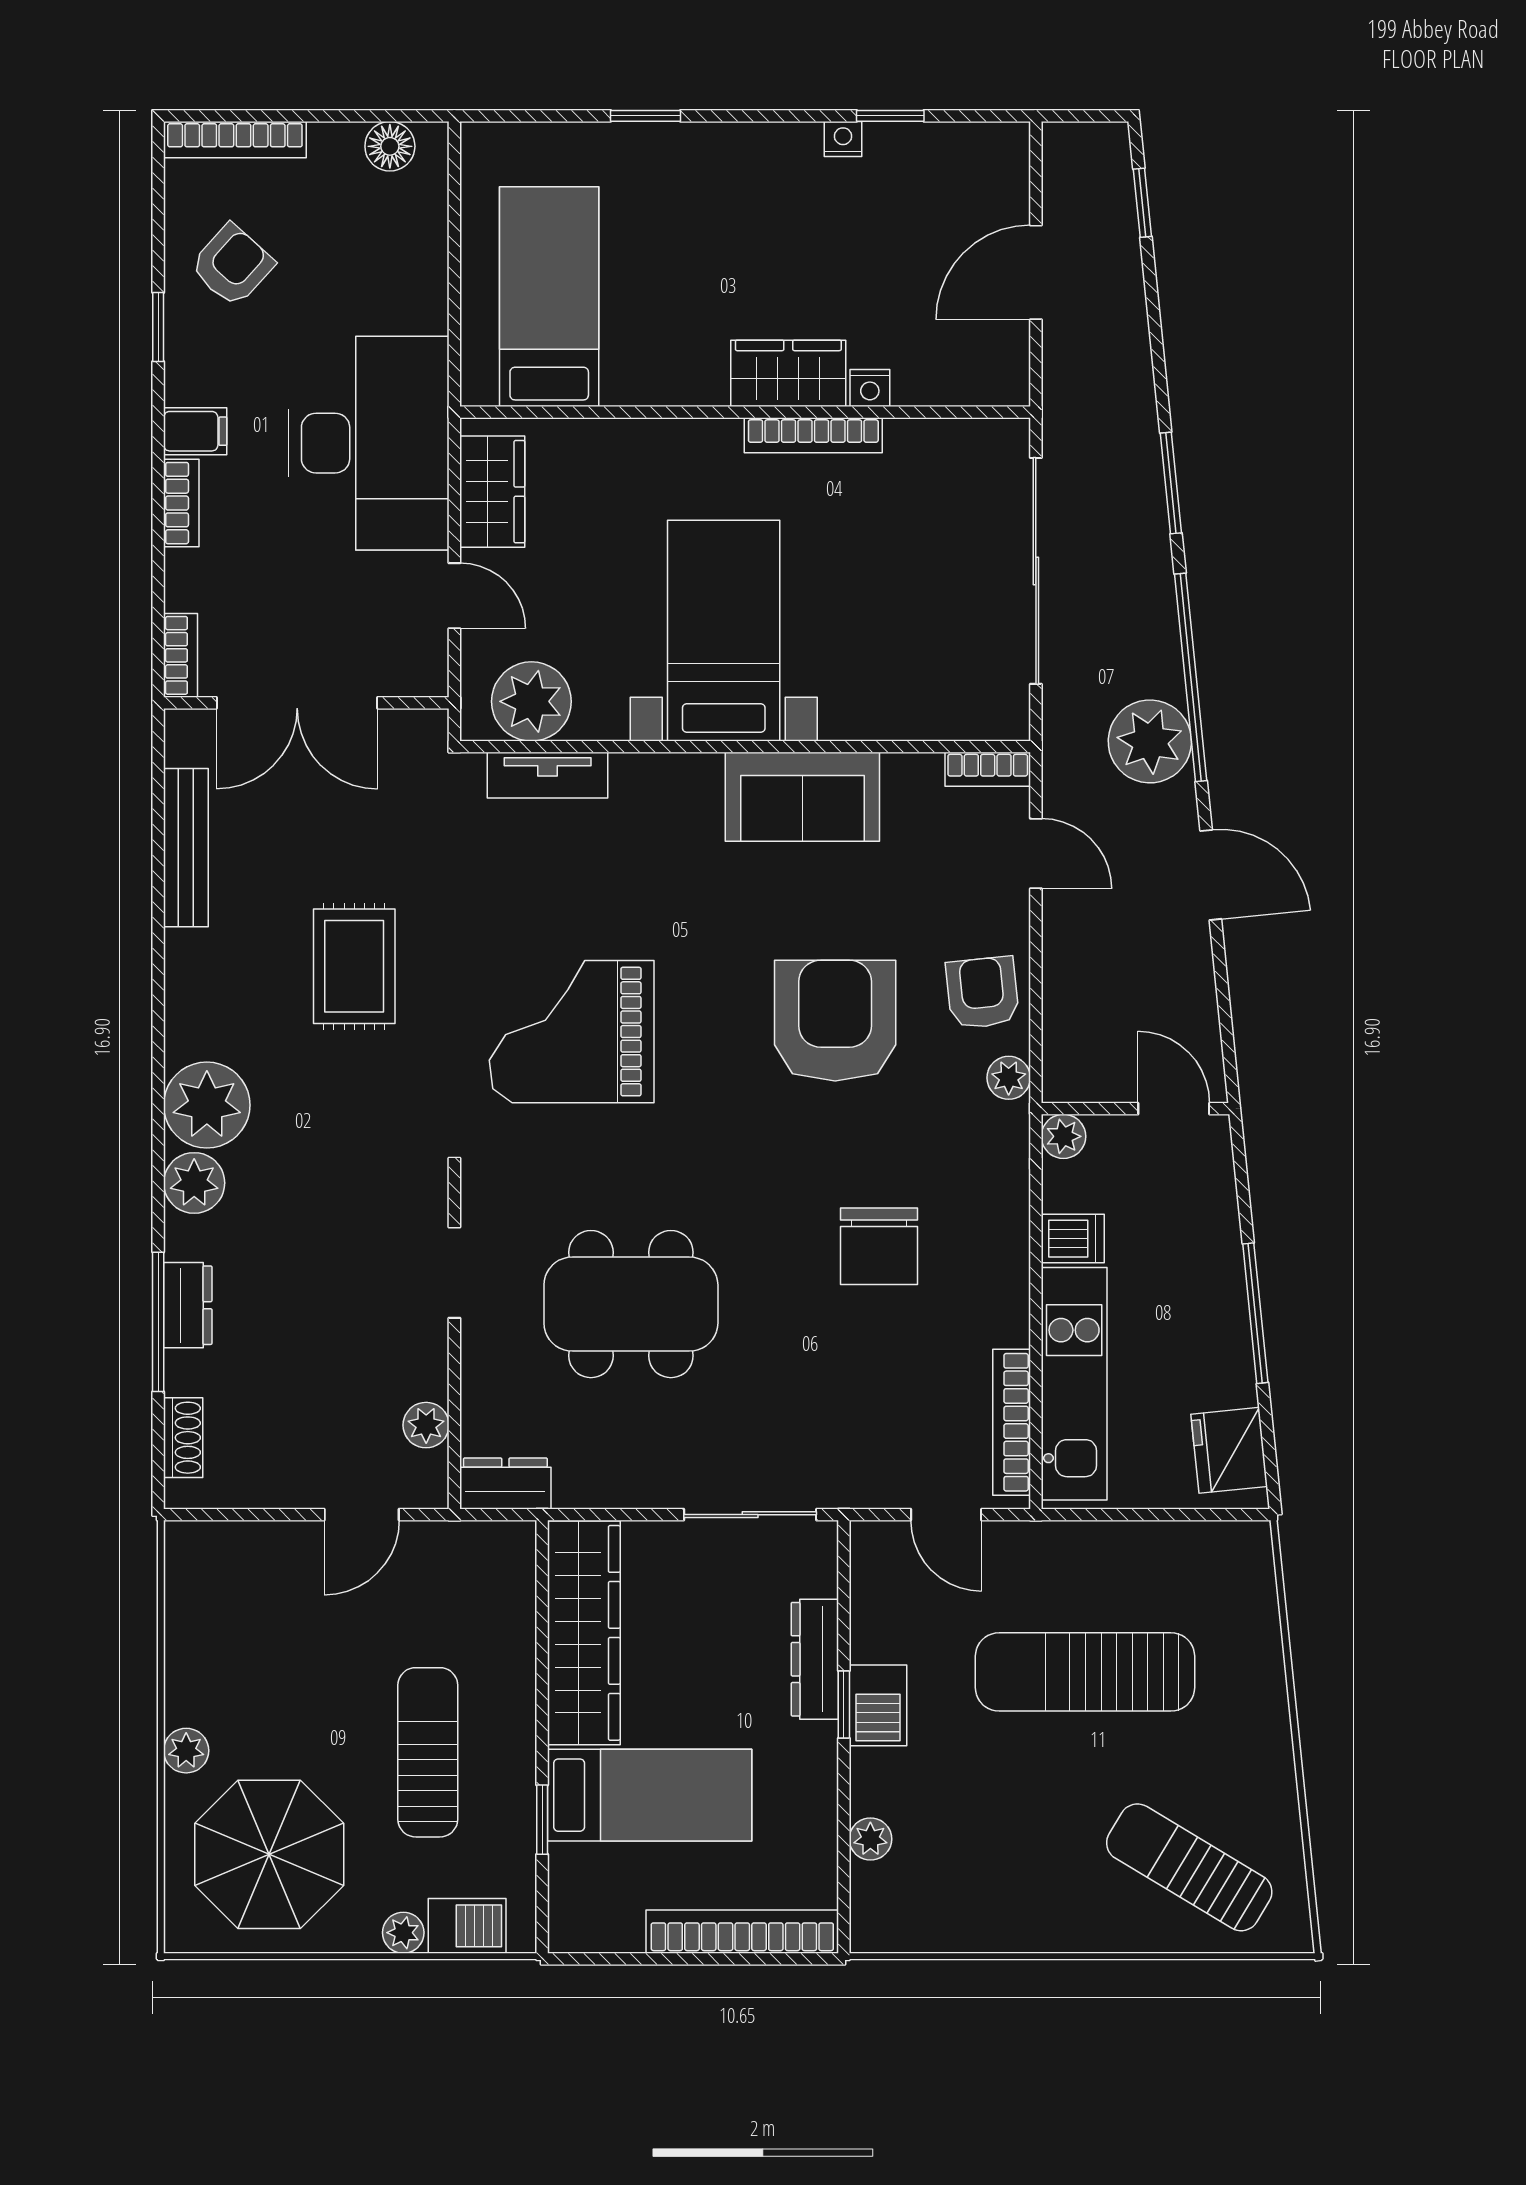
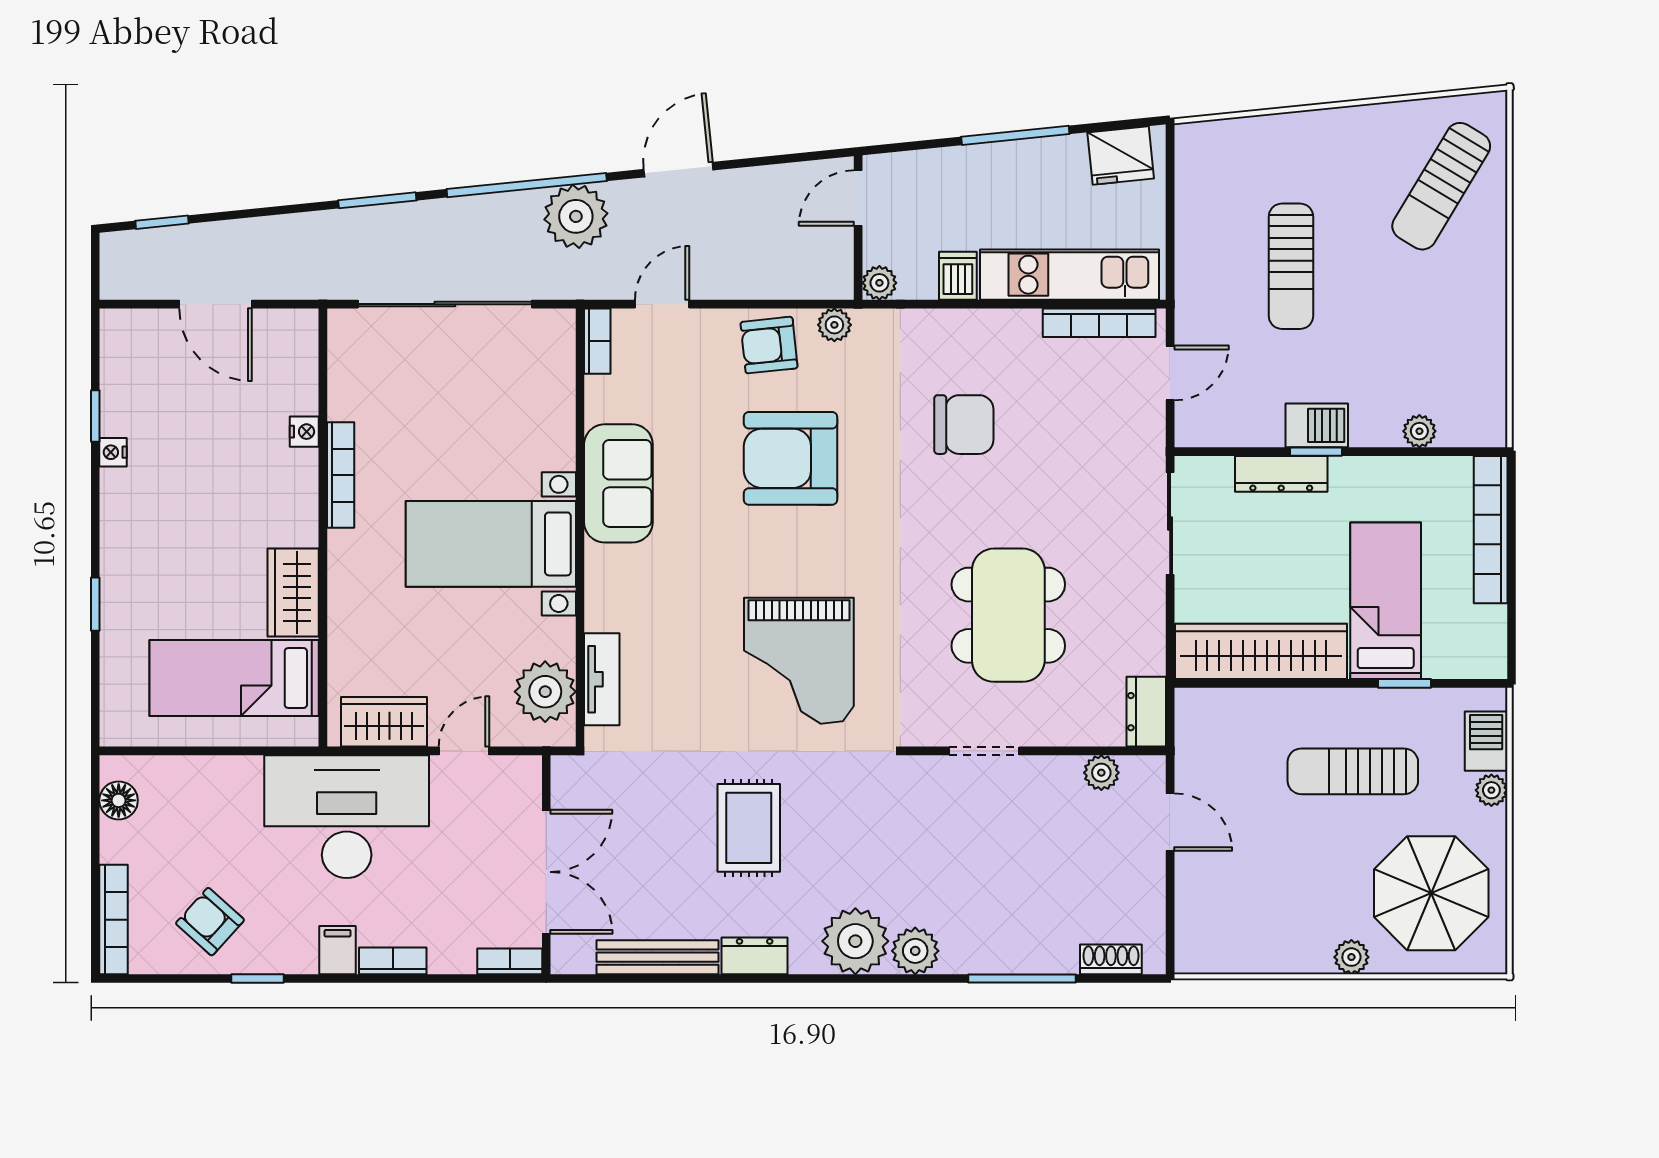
wardrobe: (788, 373) -> (293, 593), moved
rug: (354, 966) -> (749, 828), turned 90
dresser: (188, 1305) -> (755, 956), moved
sun lounger: (1085, 1672) -> (1291, 266), width x0.73, depth x0.75

